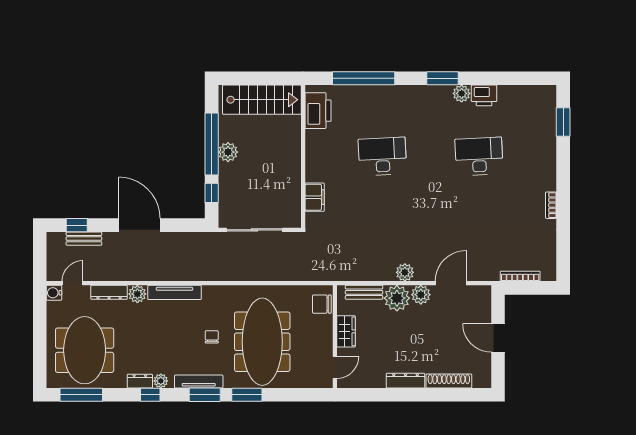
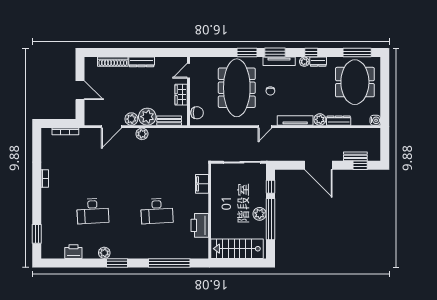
printer: (484, 95) -> (73, 252), moved
printer: (318, 111) -> (200, 225), moved
door: (73, 283) -> (265, 127), moved

